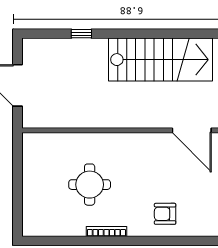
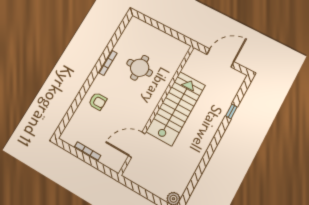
stairs: (160, 60) -> (176, 108), moved, turned 180
armchair: (165, 214) -> (98, 101), turned 90

